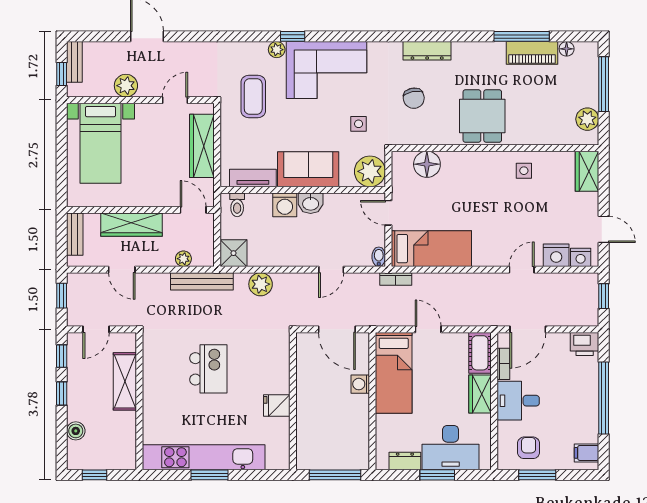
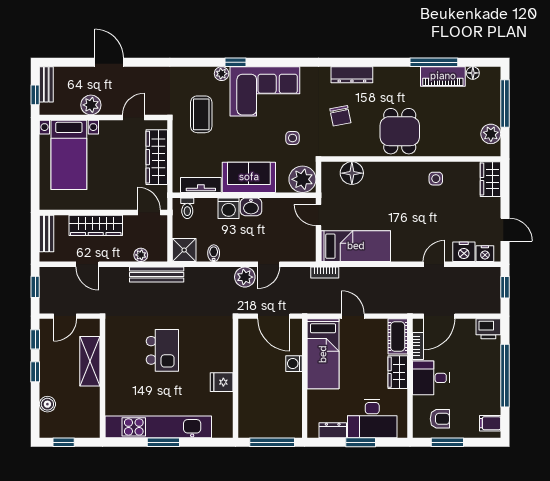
bidet: (379, 257) -> (214, 253), moved
plant: (261, 284) -> (245, 277), moved
armchair: (529, 448) -> (440, 419), turned 90

